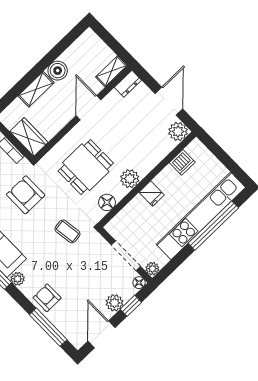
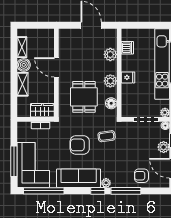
shelving: (111, 71) -> (22, 47), moved
dresser: (128, 84) -> (63, 37), removed
plant: (178, 131) -> (110, 54), moved
armchair: (26, 195) -> (80, 145), moved
armchair: (47, 298) -> (141, 176), moved
window: (48, 327) -> (126, 191), moved

